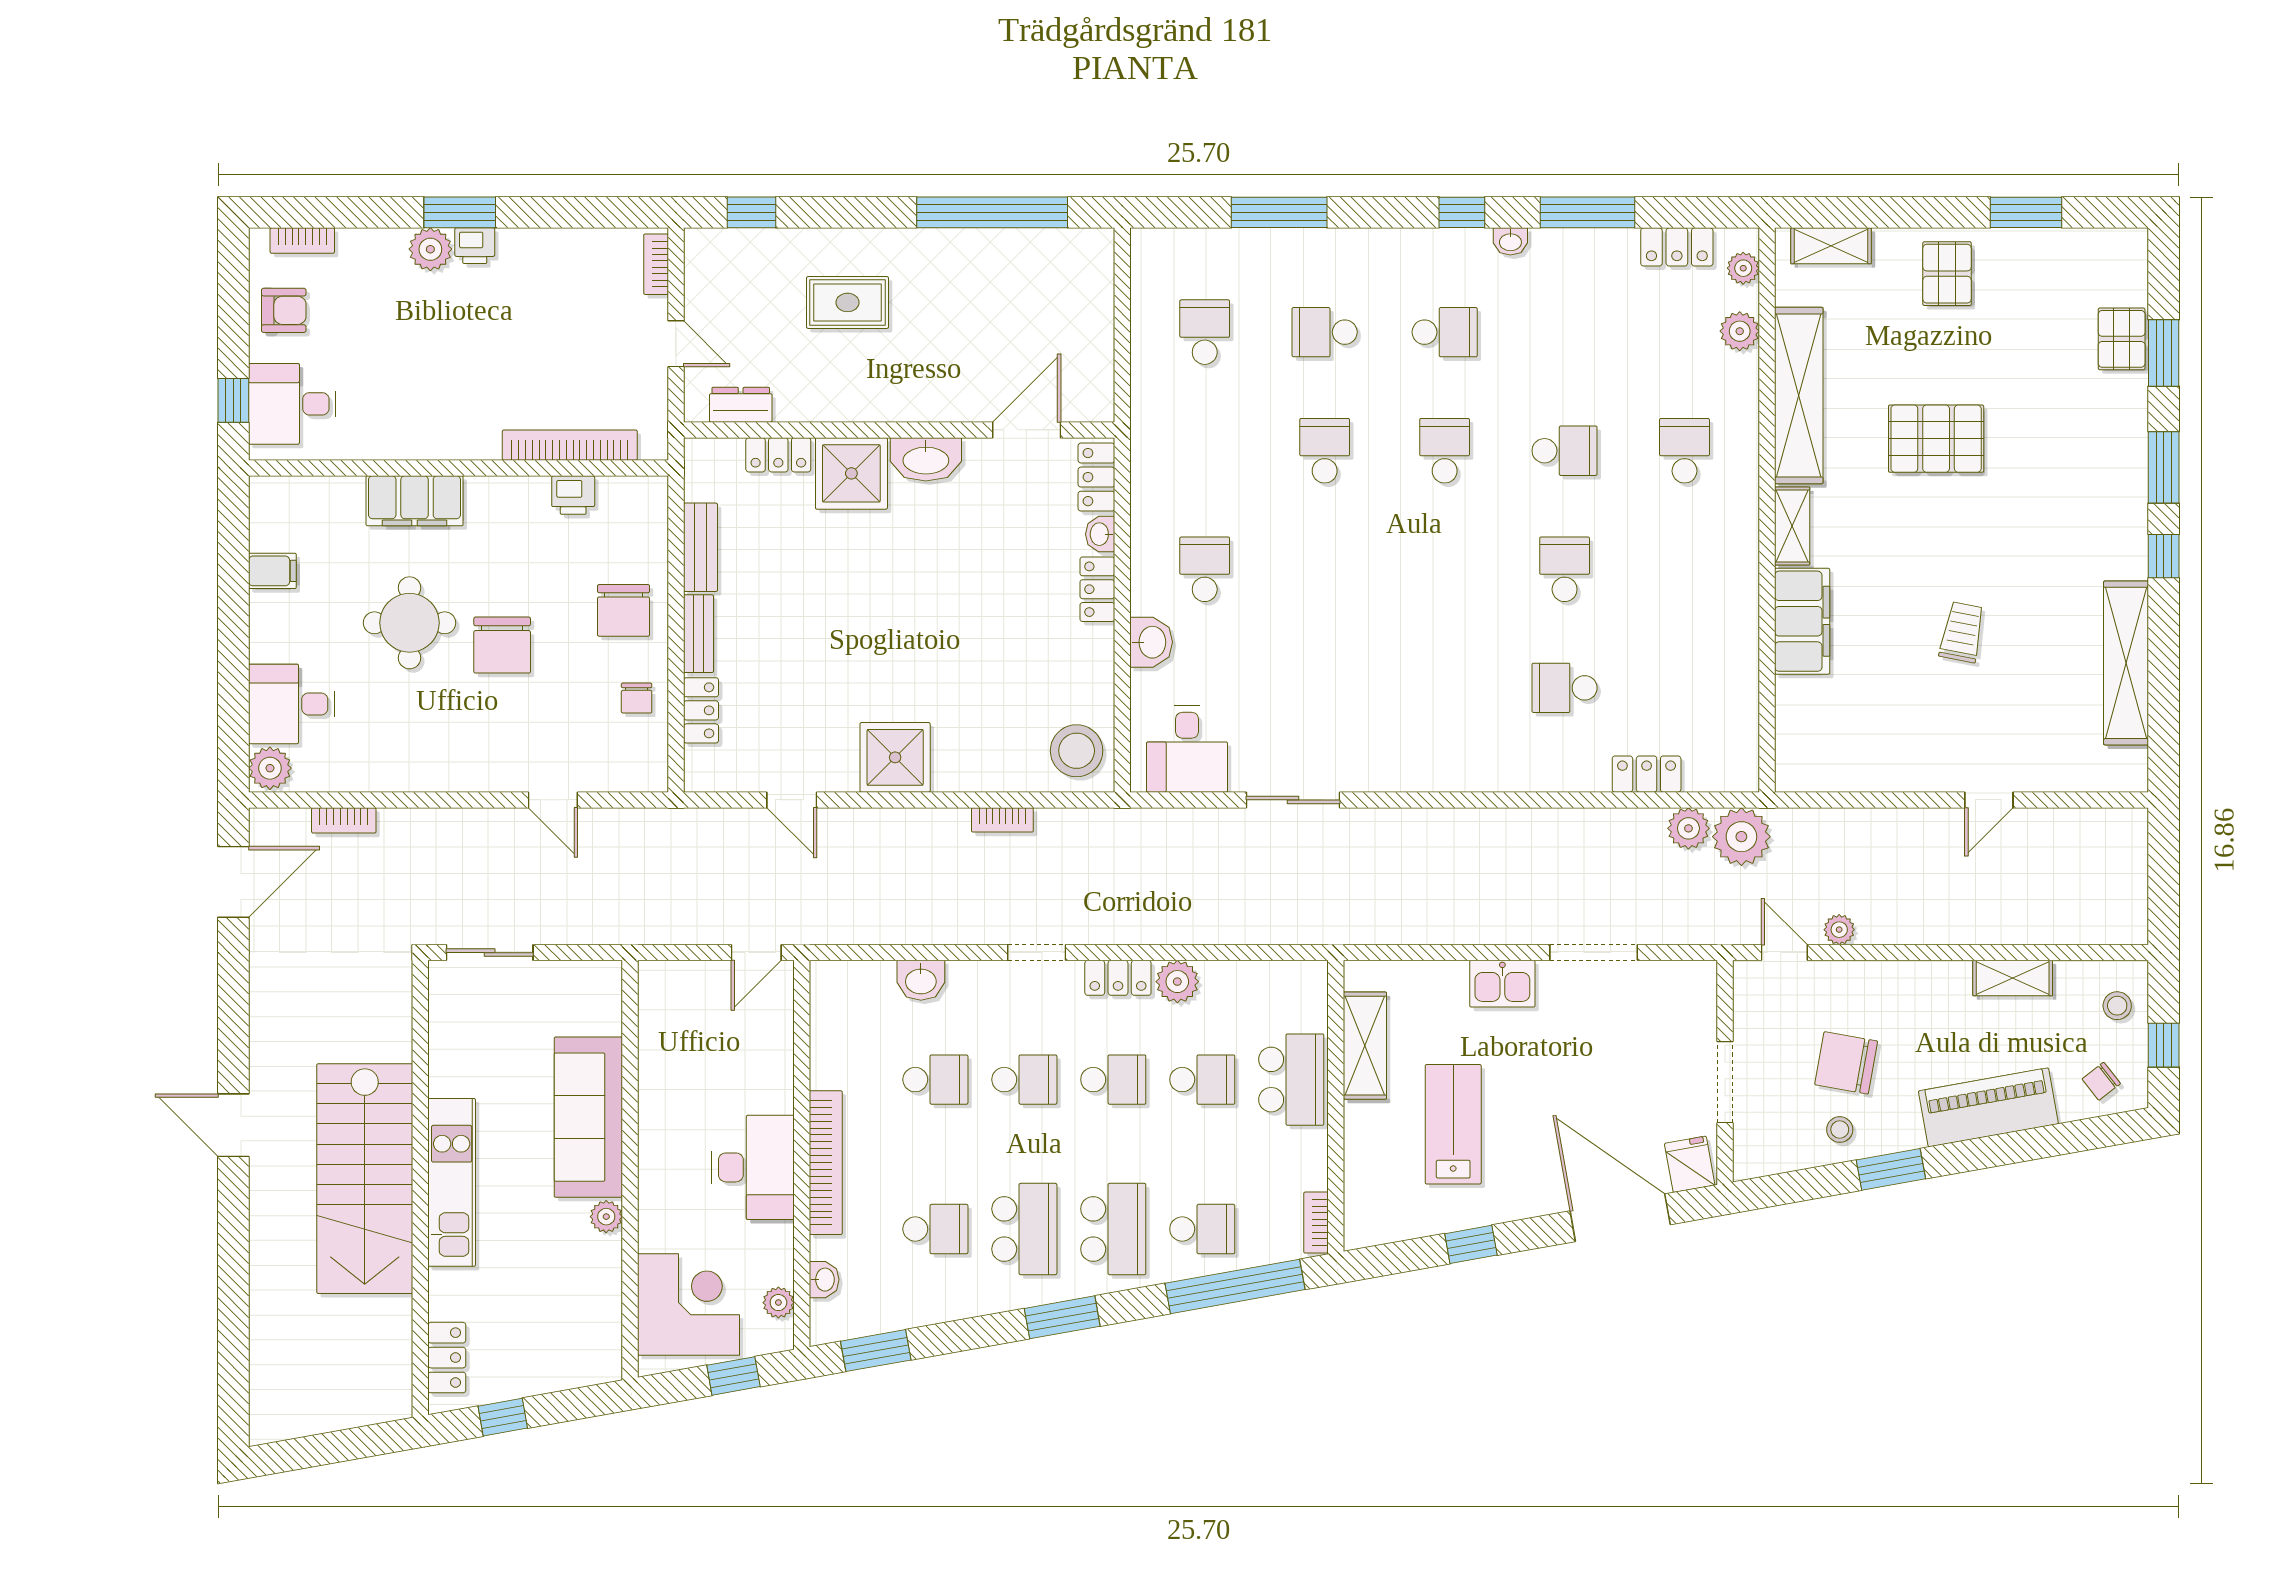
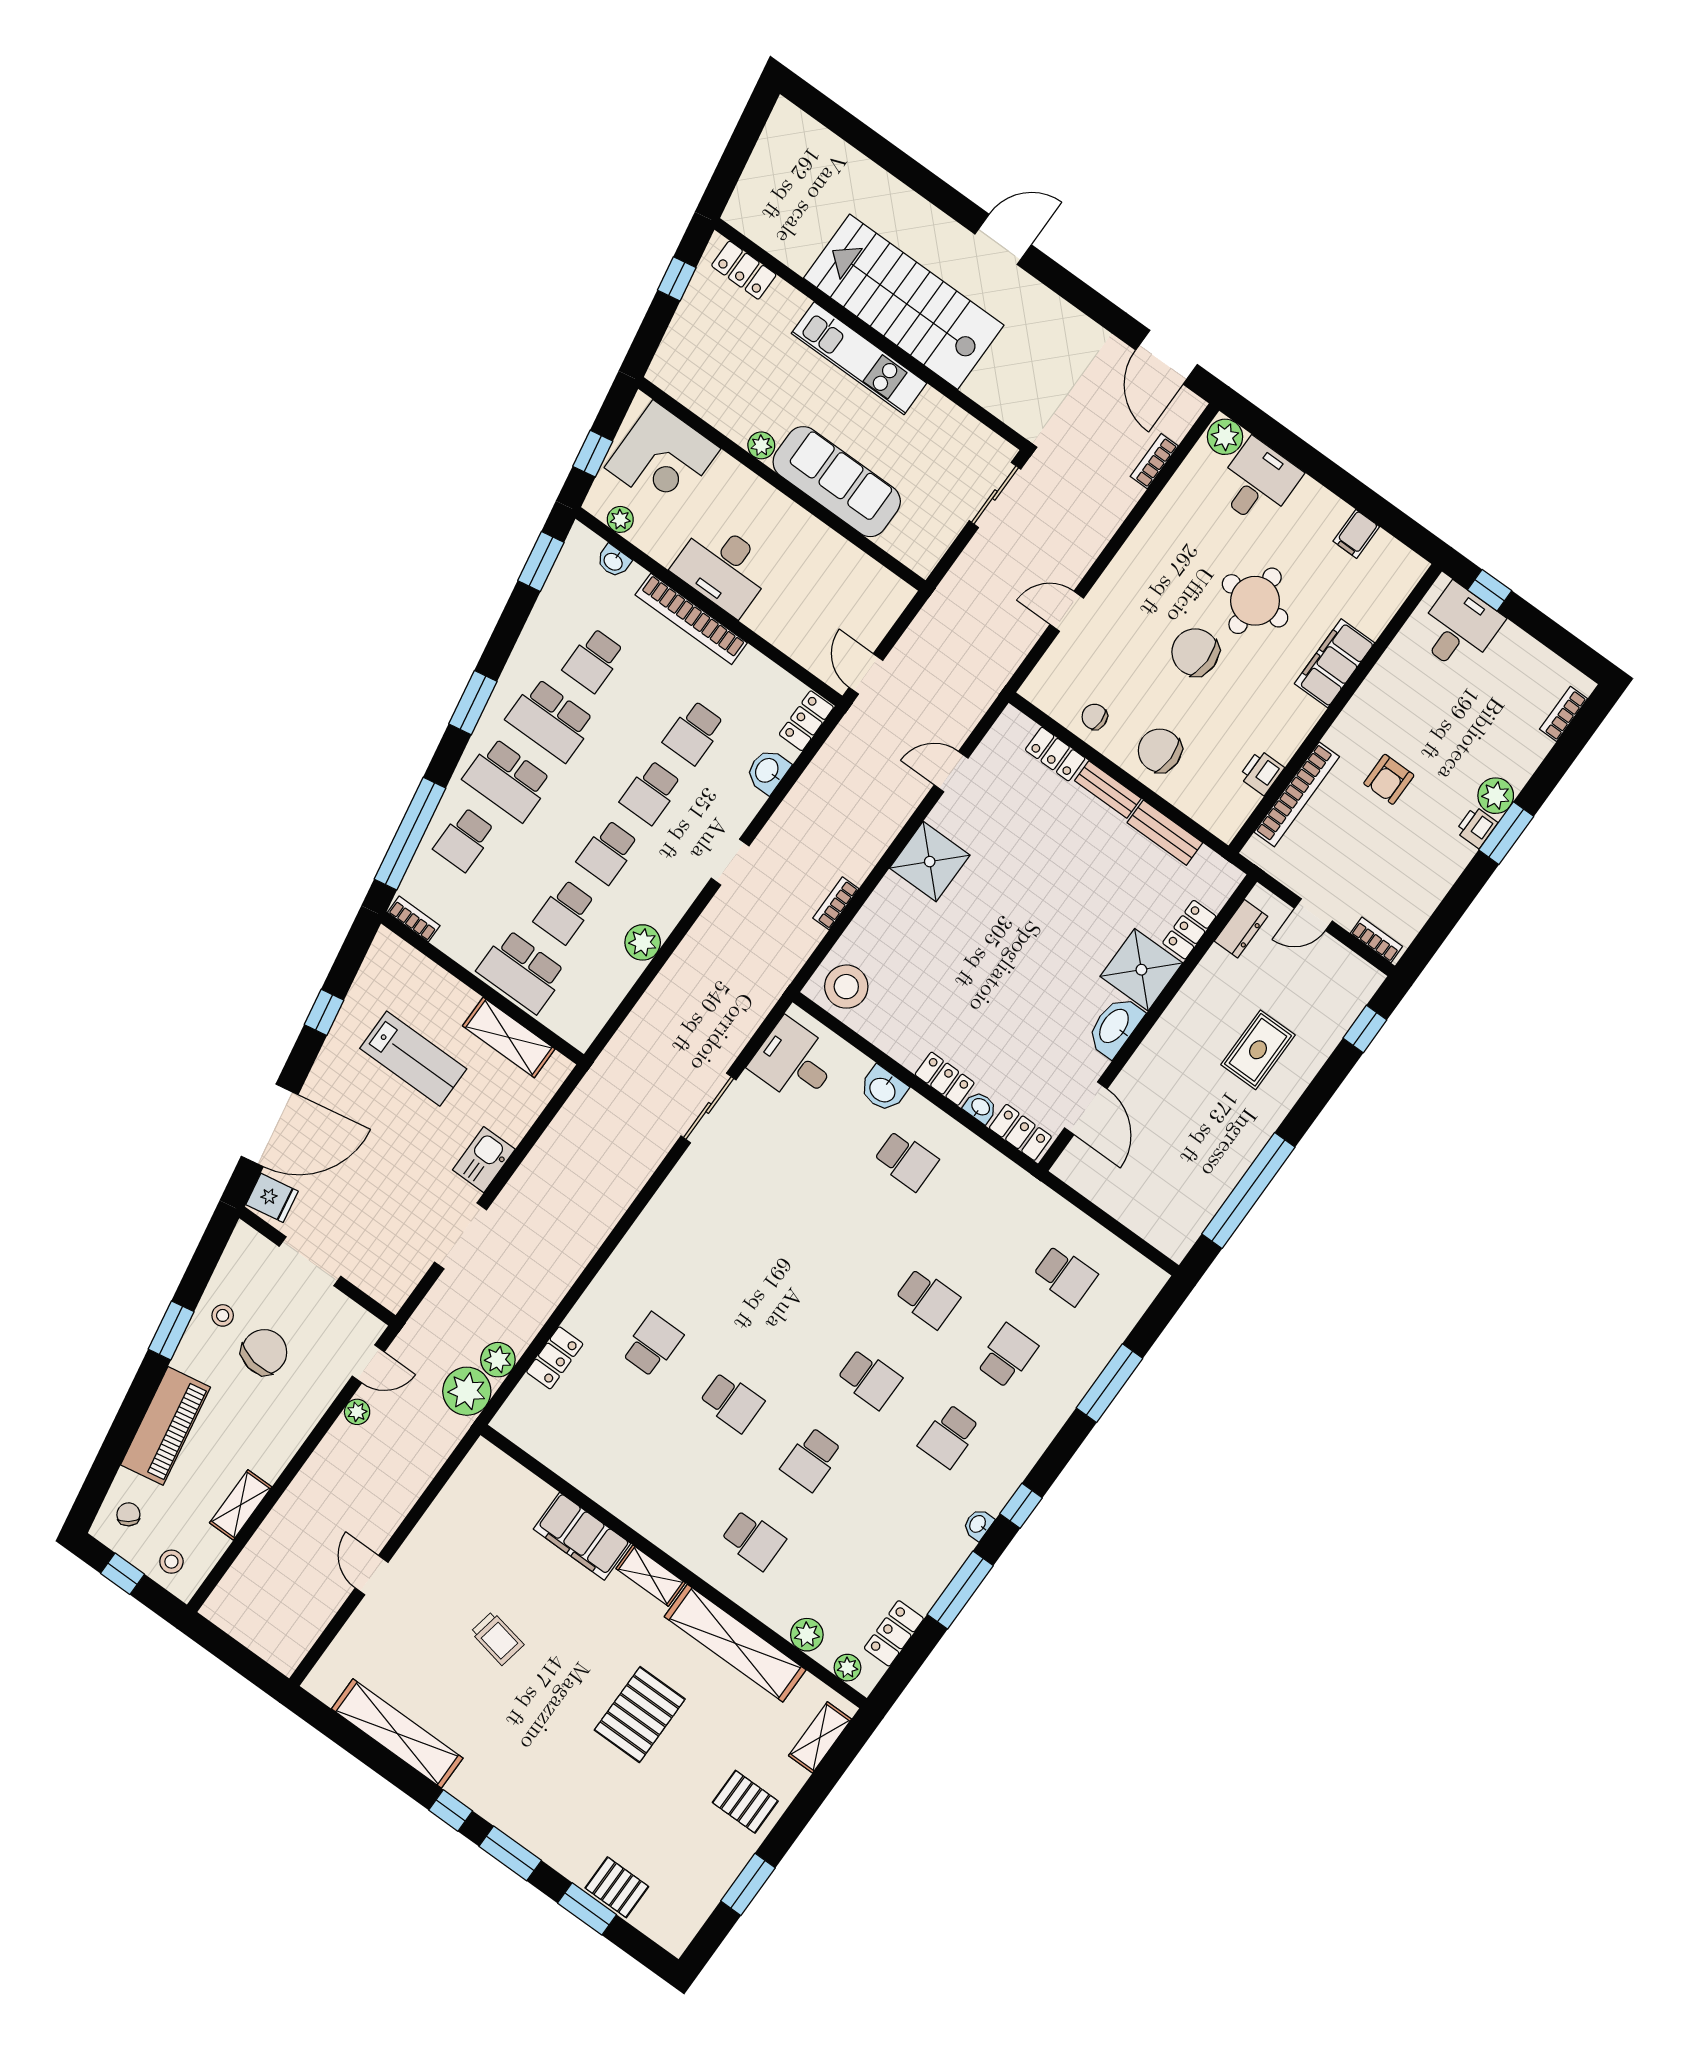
armchair: (284, 310) -> (1389, 779), moved
locker: (1118, 978) -> (806, 721), moved

